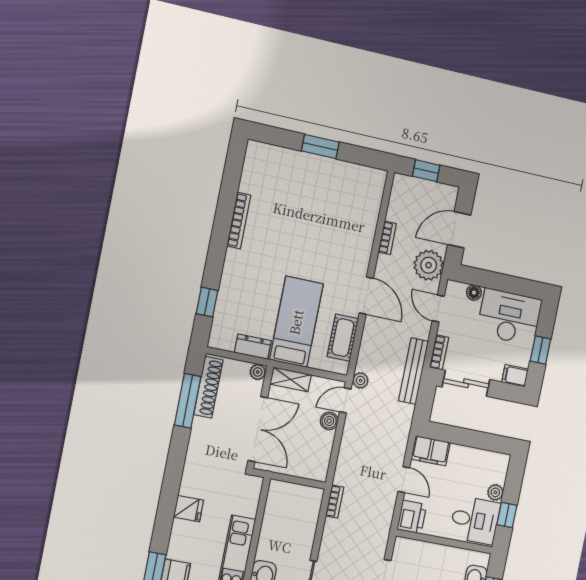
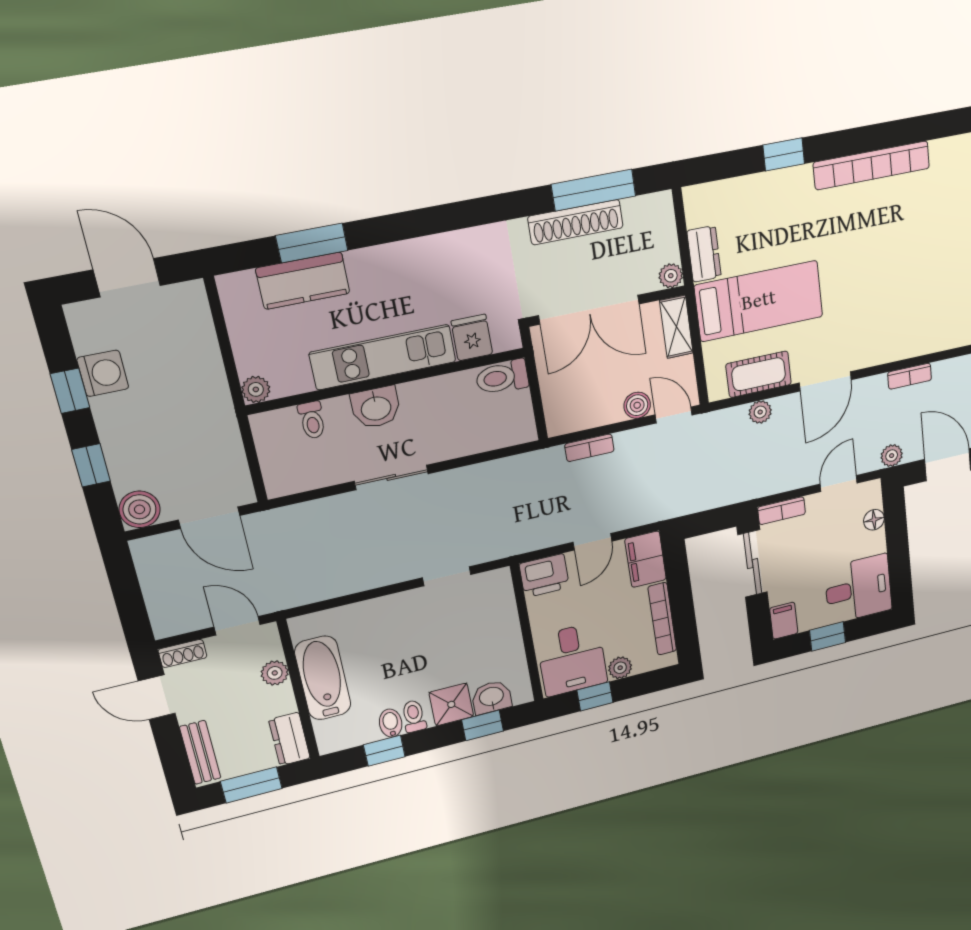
bookcase: (239, 221) -> (872, 165), width x1.48, depth x1.31
plant: (429, 265) -> (892, 456), width x0.53, depth x0.53
window: (207, 302) -> (784, 154), moved
desk: (509, 317) -> (858, 589), width x0.73
bench: (413, 371) -> (745, 489), removed
plant: (360, 380) -> (760, 412), moved
shoe rack: (208, 387) -> (576, 222), moved
bookcase: (475, 454) -> (662, 619), added
toilet: (277, 496) -> (502, 377), added
bookcase: (335, 502) -> (589, 448), moved
fridge: (189, 509) -> (472, 337), moved, turned 180

